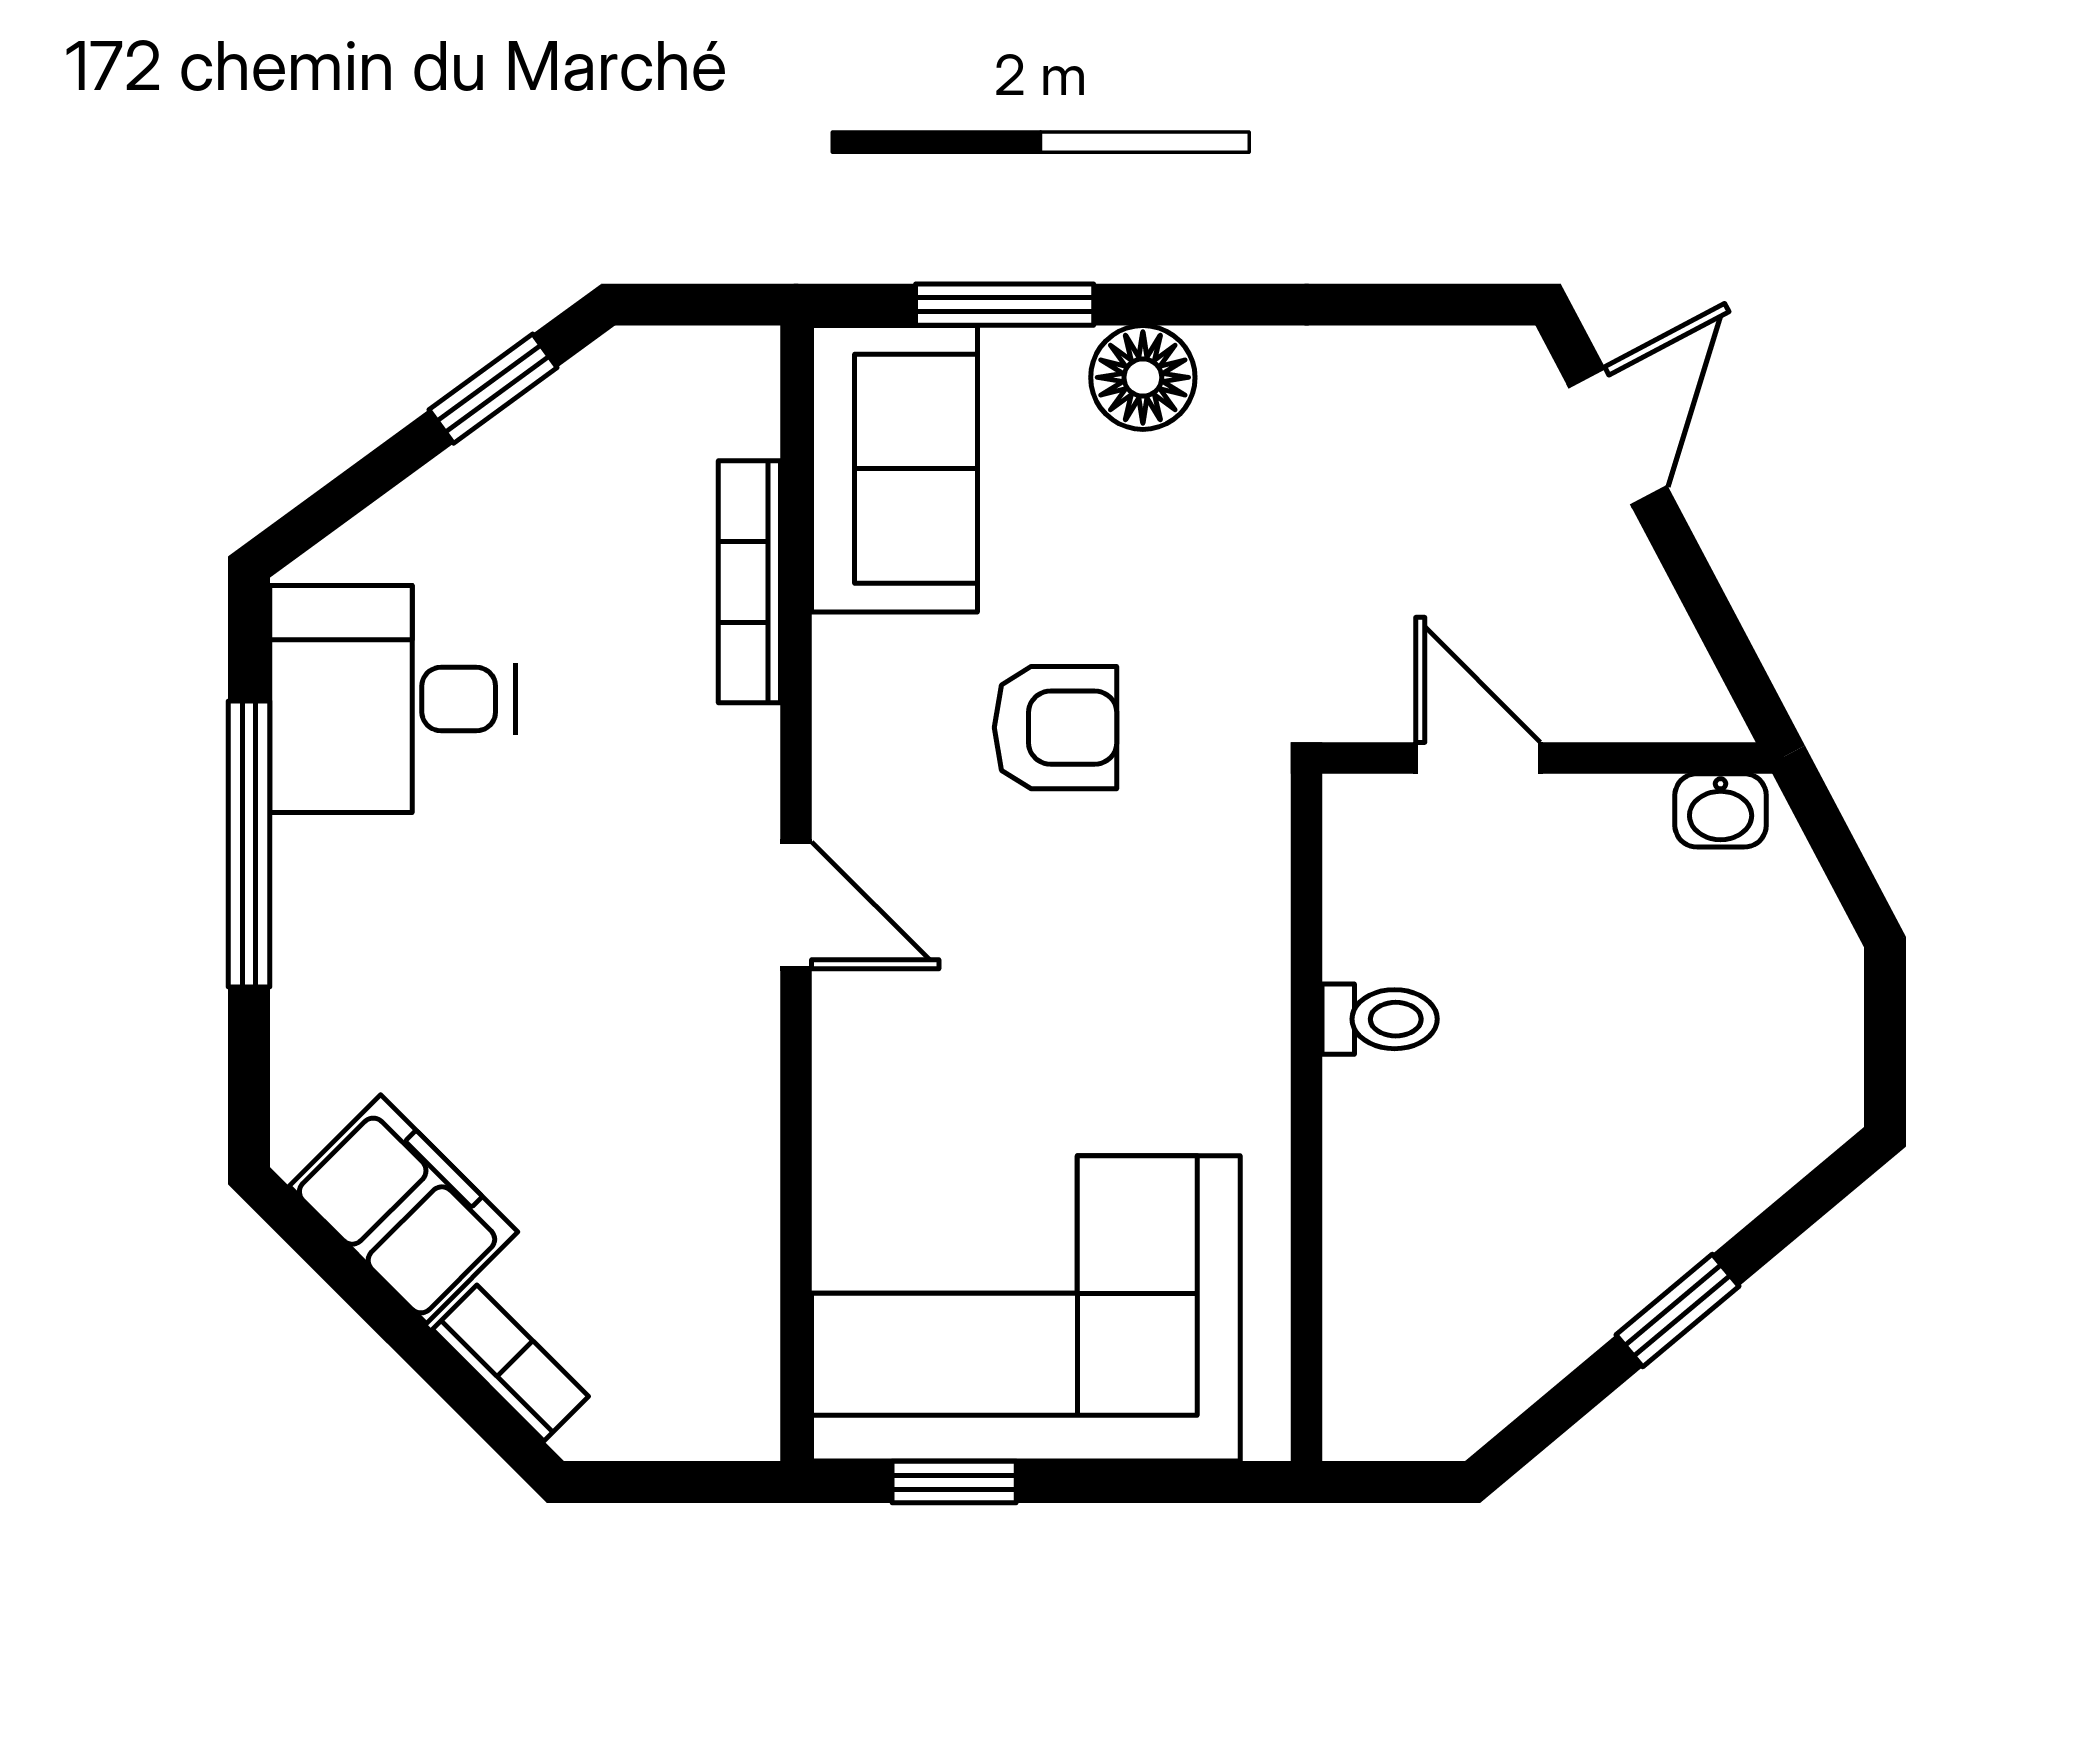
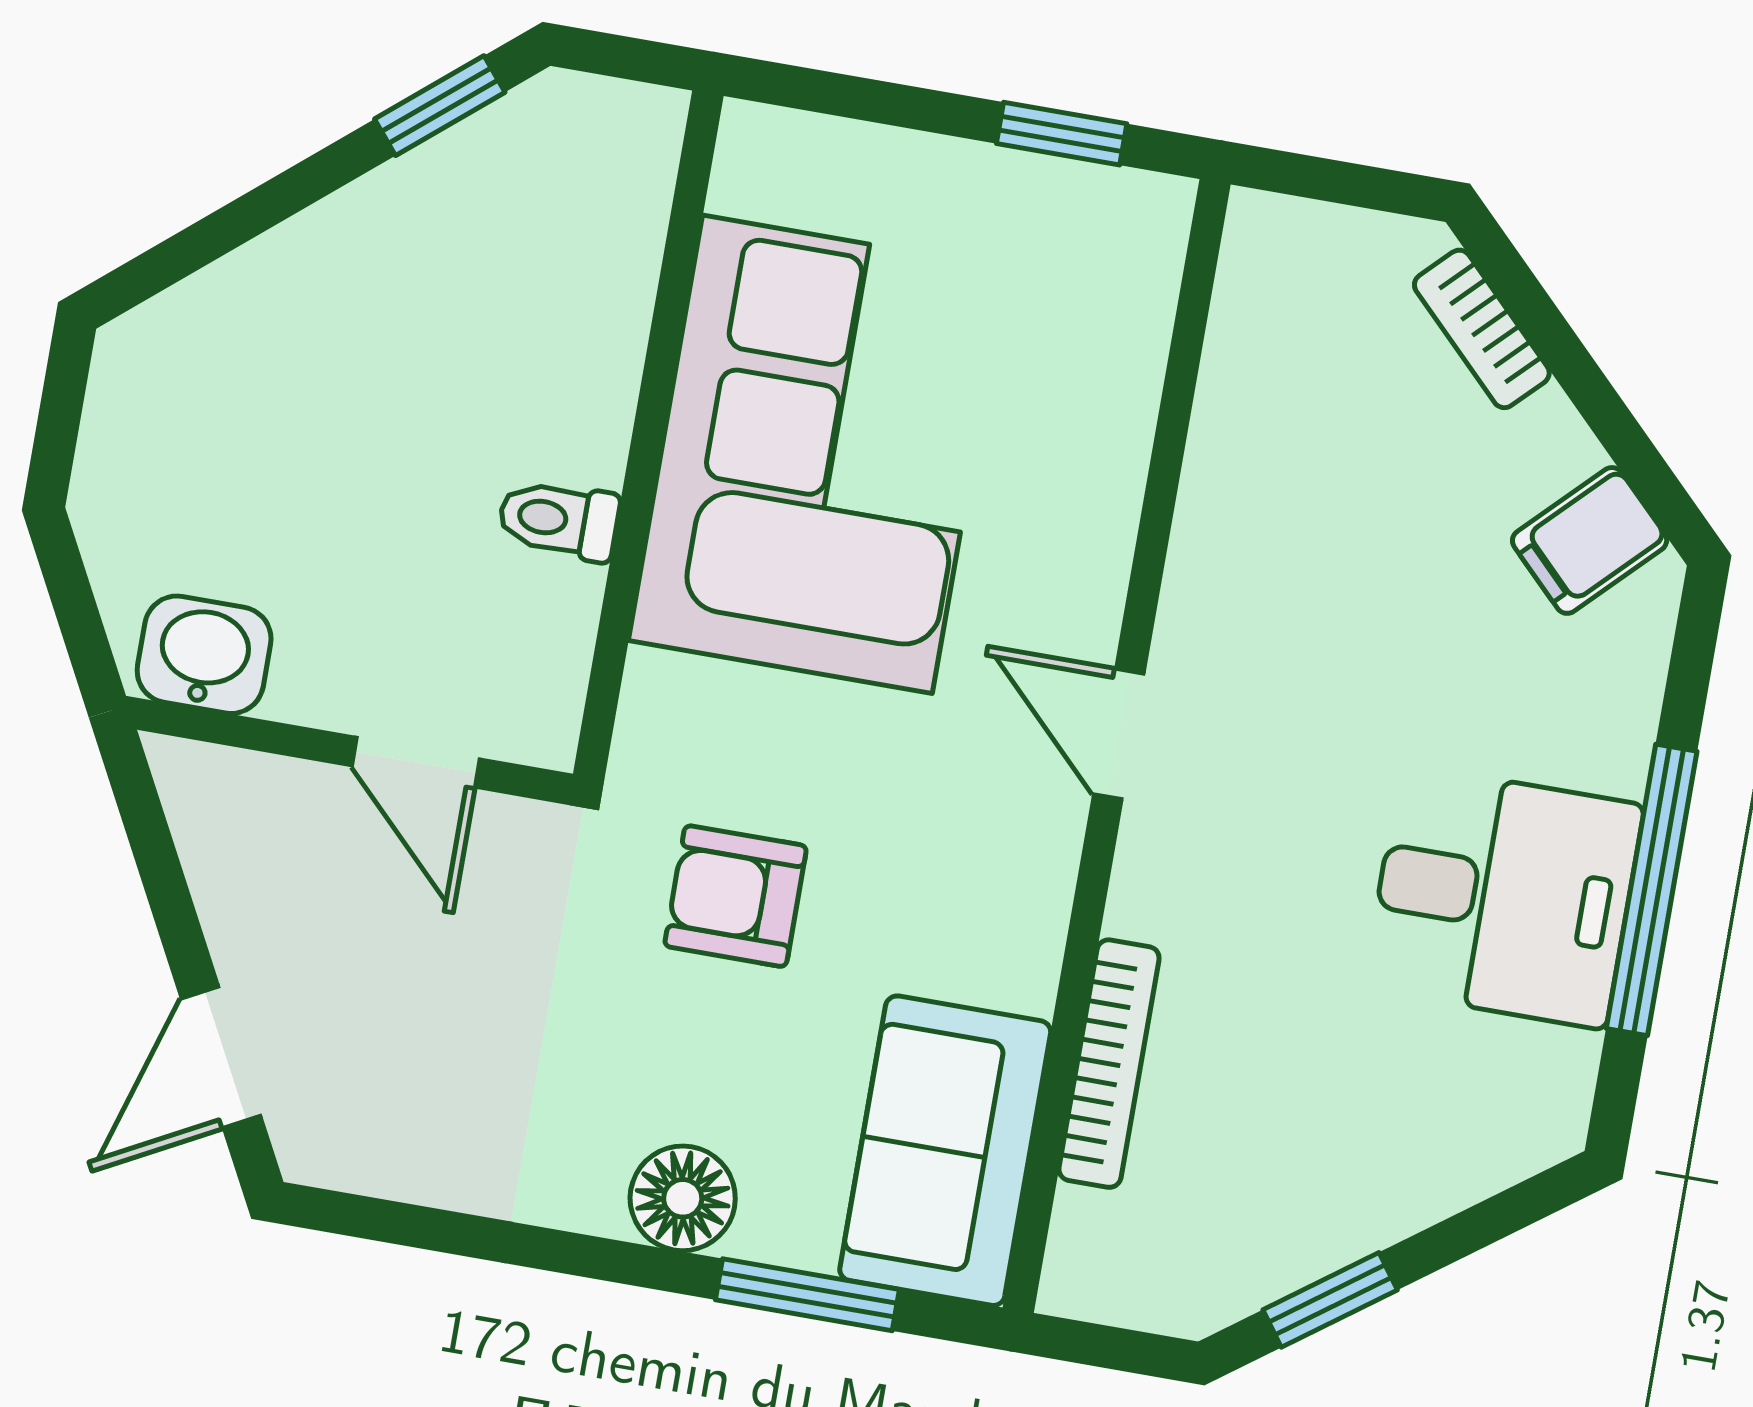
desk: (392, 699) -> (1504, 897), moved
armchair: (1056, 728) -> (736, 896), moved
washbasin: (1721, 810) -> (204, 655), width x1.38, depth x1.45
filing cabinet: (403, 1209) -> (1590, 540), width x0.50
corner sofa: (1026, 1308) -> (817, 454), moved, turned -90
window: (1677, 1311) -> (440, 106), moved

